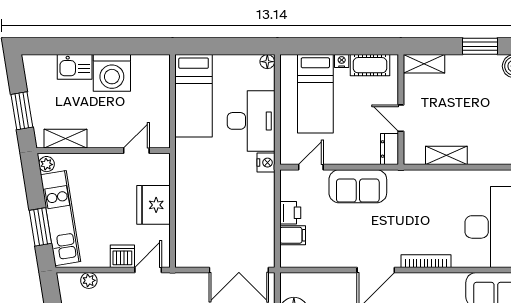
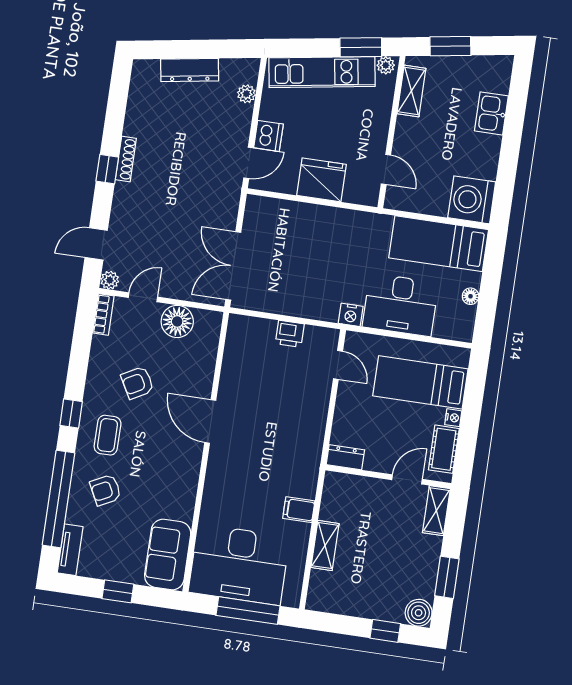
floor lamp: (267, 62) -> (471, 296), moved
washing machine: (112, 73) -> (472, 200), moved
door: (401, 118) -> (407, 479), moved
shelving: (446, 155) -> (325, 546), moved
sofa: (358, 186) -> (308, 415), removed
window: (40, 227) -> (361, 47), moved
filing cabinet: (293, 235) -> (299, 510), moved, turned 90
bookcase: (426, 261) -> (212, 480), removed
door: (148, 270) -> (248, 163), hinge flipped

